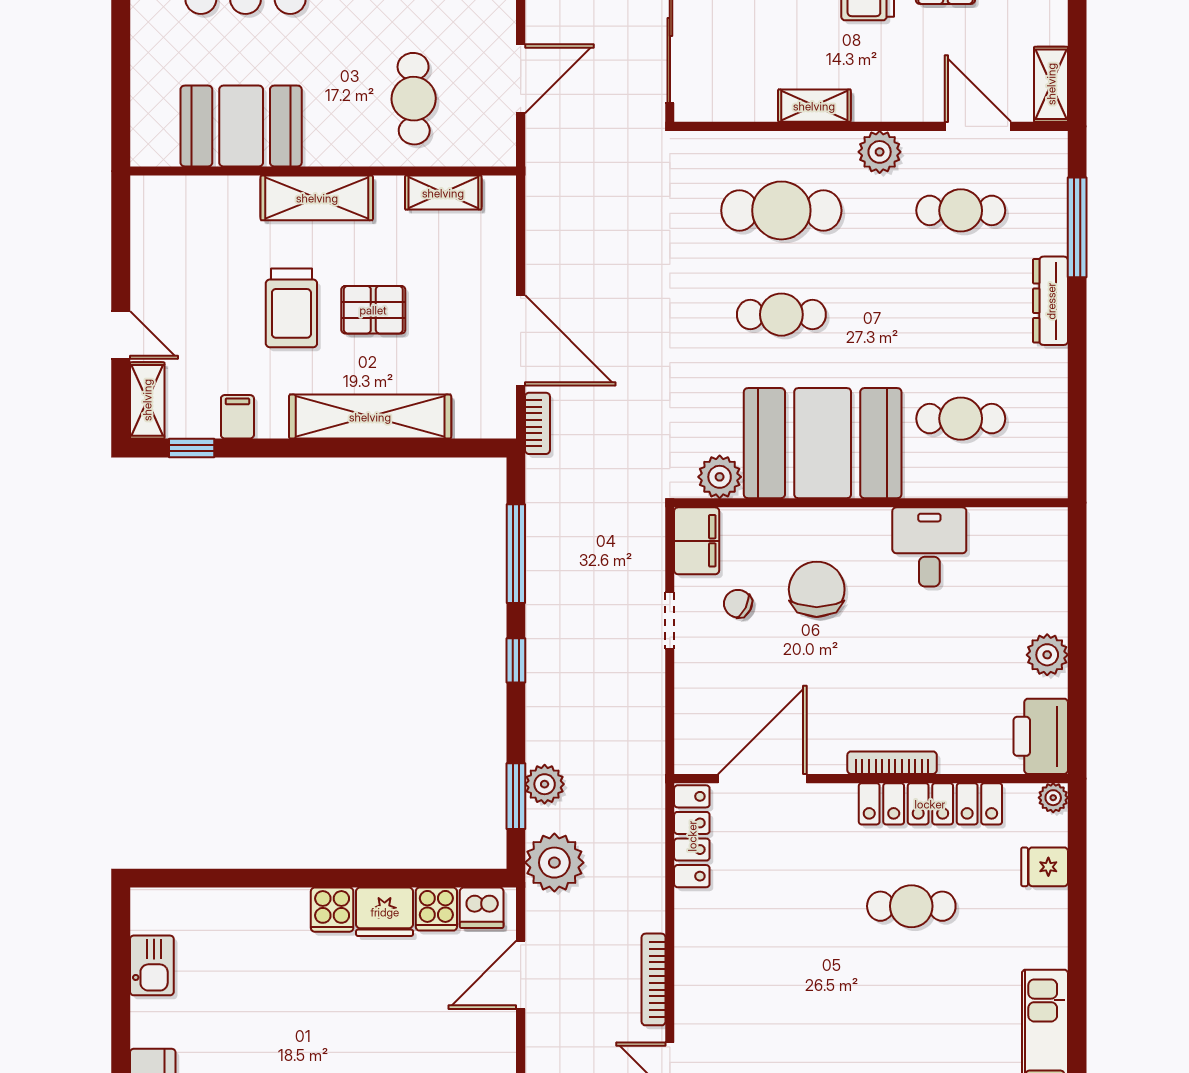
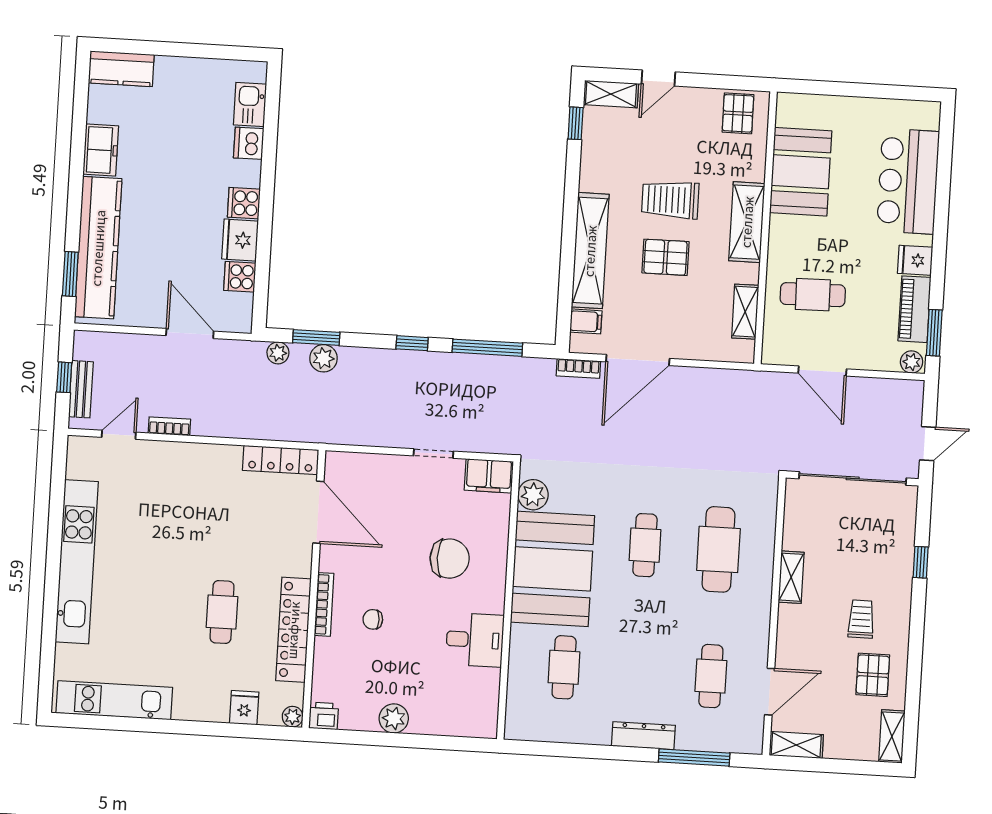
plant: (880, 152) -> (756, 621), removed
pallet: (164, 219) -> (738, 113), added
pallet: (373, 310) -> (666, 257), turned 90
filing cabinet: (237, 417) -> (586, 321), moved
chair: (738, 604) -> (373, 619), moved, turned -118
printer: (1041, 736) -> (324, 716), width x0.53, depth x0.68
plant: (554, 863) -> (278, 353), width x0.53, depth x0.53
dishwasher: (482, 908) -> (249, 143), moved
kitchen sink: (152, 965) -> (250, 104), moved, turned 90
bookcase: (654, 979) -> (169, 426), width x0.64

